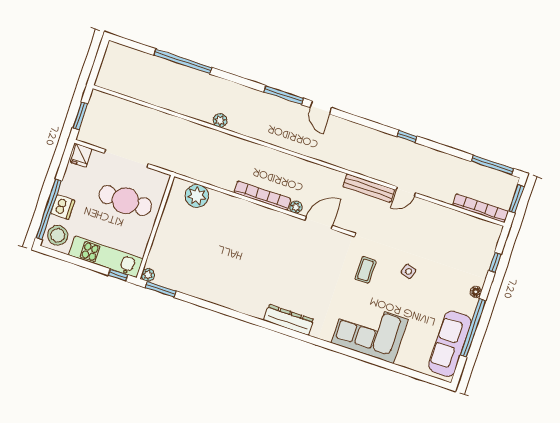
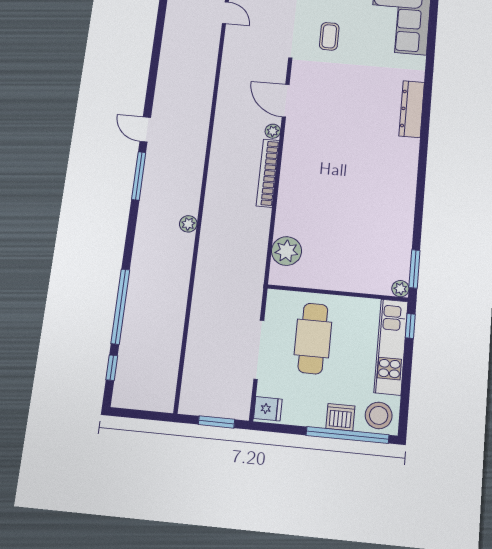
door: (321, 108) -> (145, 129), swing flipped
plant: (220, 120) -> (188, 224), moved
window: (407, 136) -> (112, 368), moved
bench: (369, 188) -> (231, 54), removed
coffee table: (365, 270) -> (329, 36), turned 90

